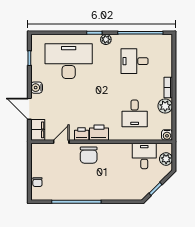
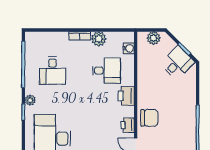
printer: (99, 133) -> (126, 96), moved
water cooler: (167, 135) -> (129, 48), moved
desk: (144, 156) -> (177, 63), moved, turned 135

